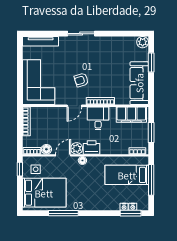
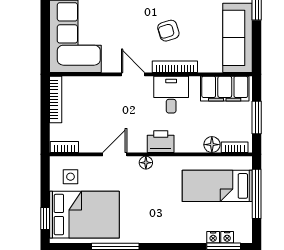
armchair: (81, 80) -> (168, 31), moved
door: (74, 106) -> (133, 74), swing flipped
plant: (77, 148) -> (137, 143), removed
floor lamp: (46, 149) -> (212, 145), moved
window: (20, 169) -> (45, 219), moved

